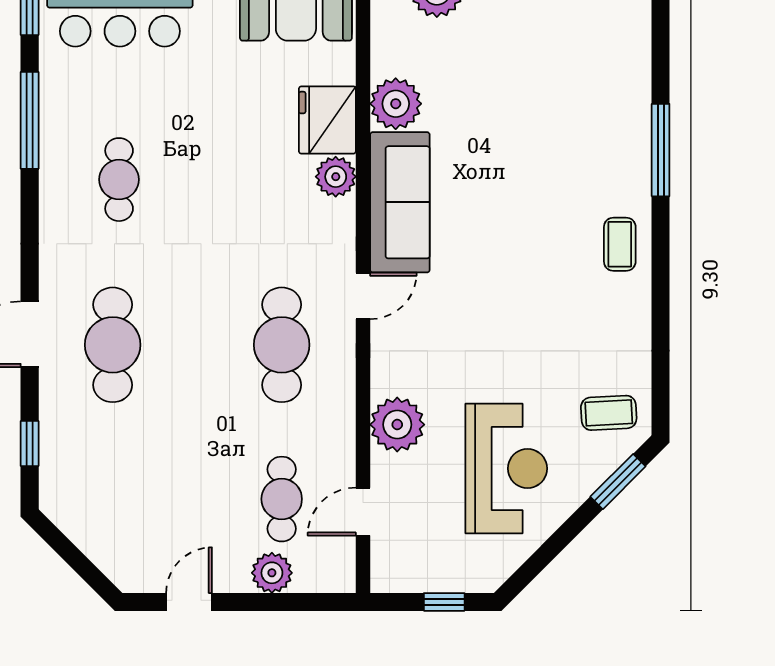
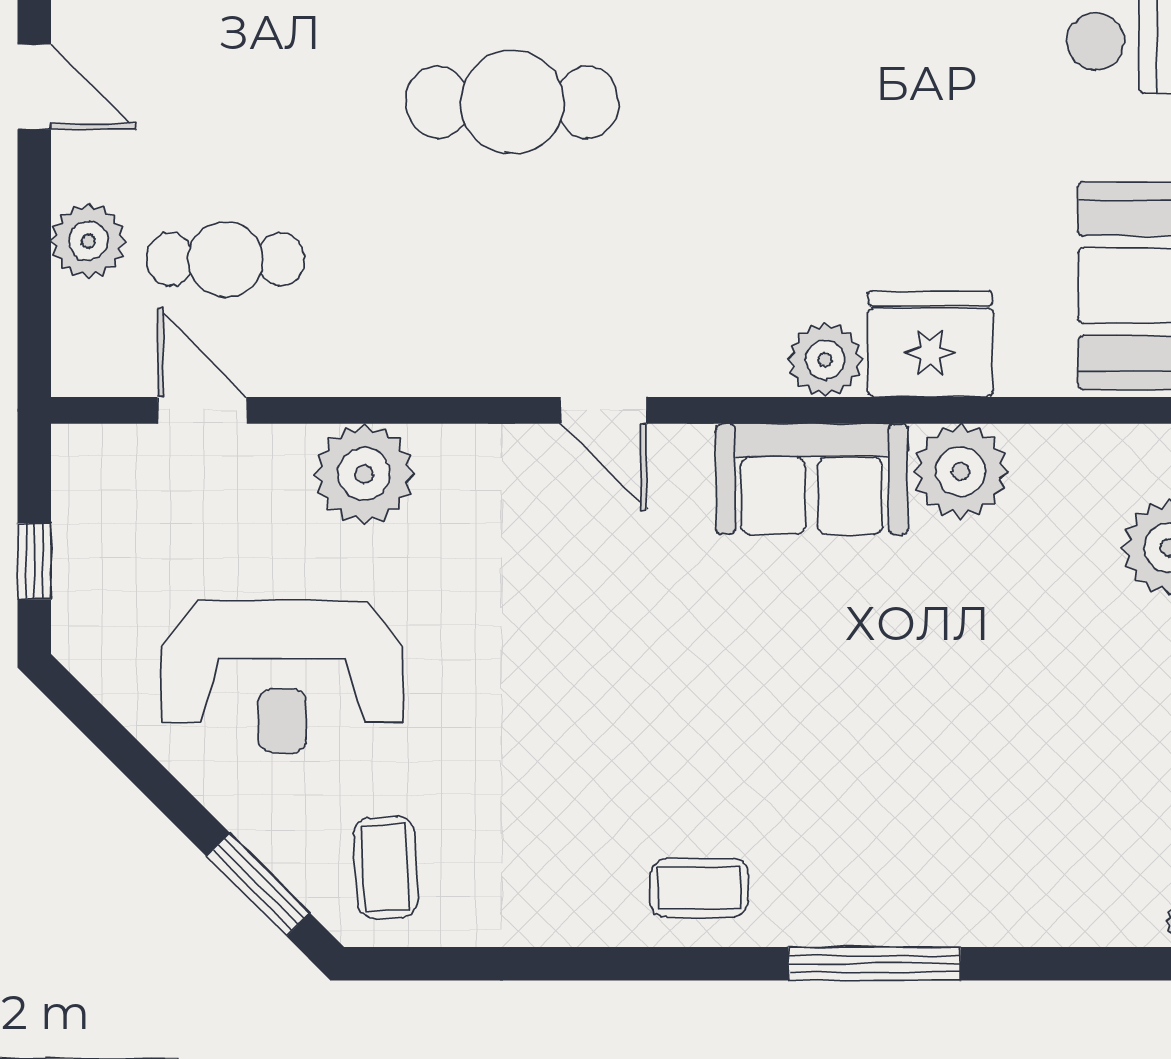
sofa: (400, 202) -> (812, 479), width x0.73
cafe table: (282, 345) -> (512, 102), moved

